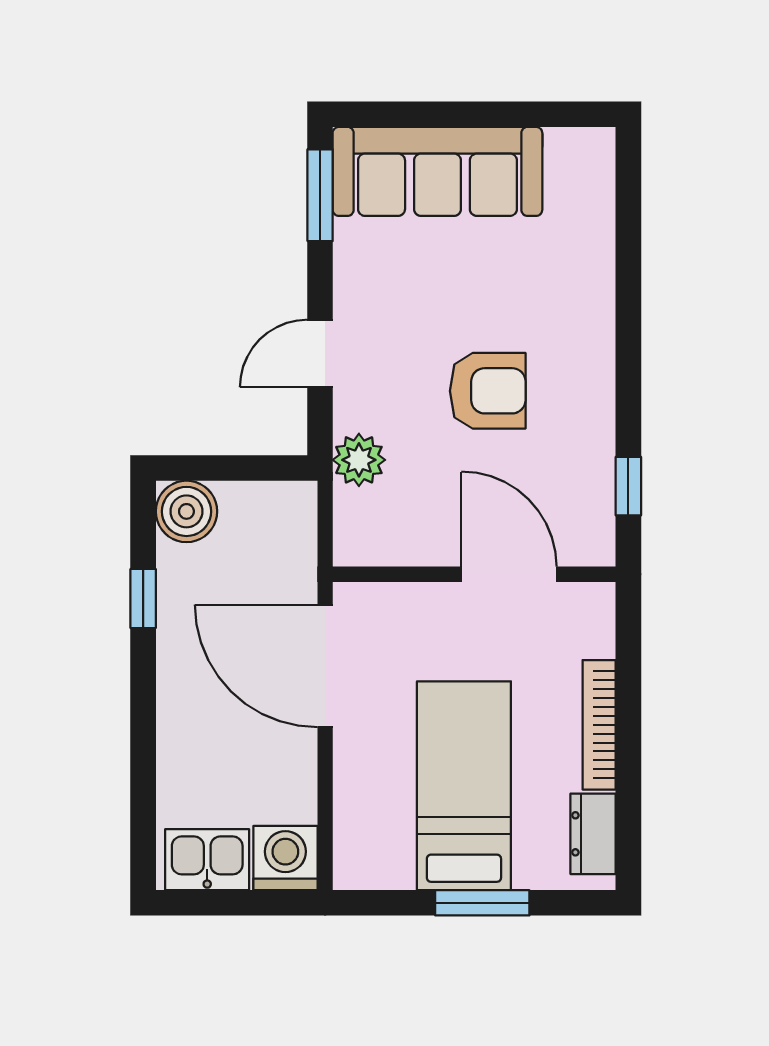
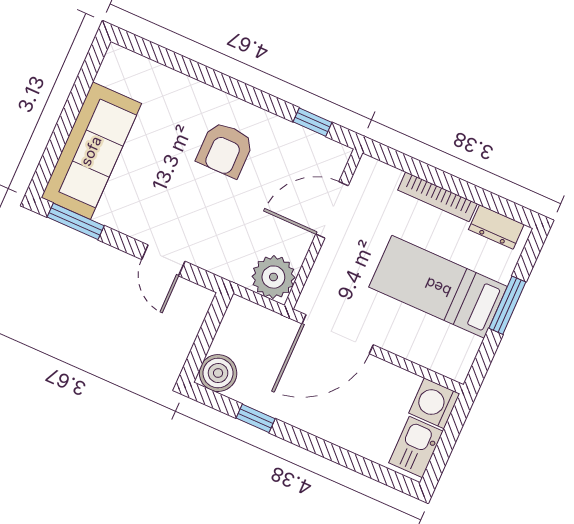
armchair: (488, 391) -> (225, 150), moved, turned 180
plant: (359, 460) -> (273, 277), moved, width x1.36, depth x1.36

